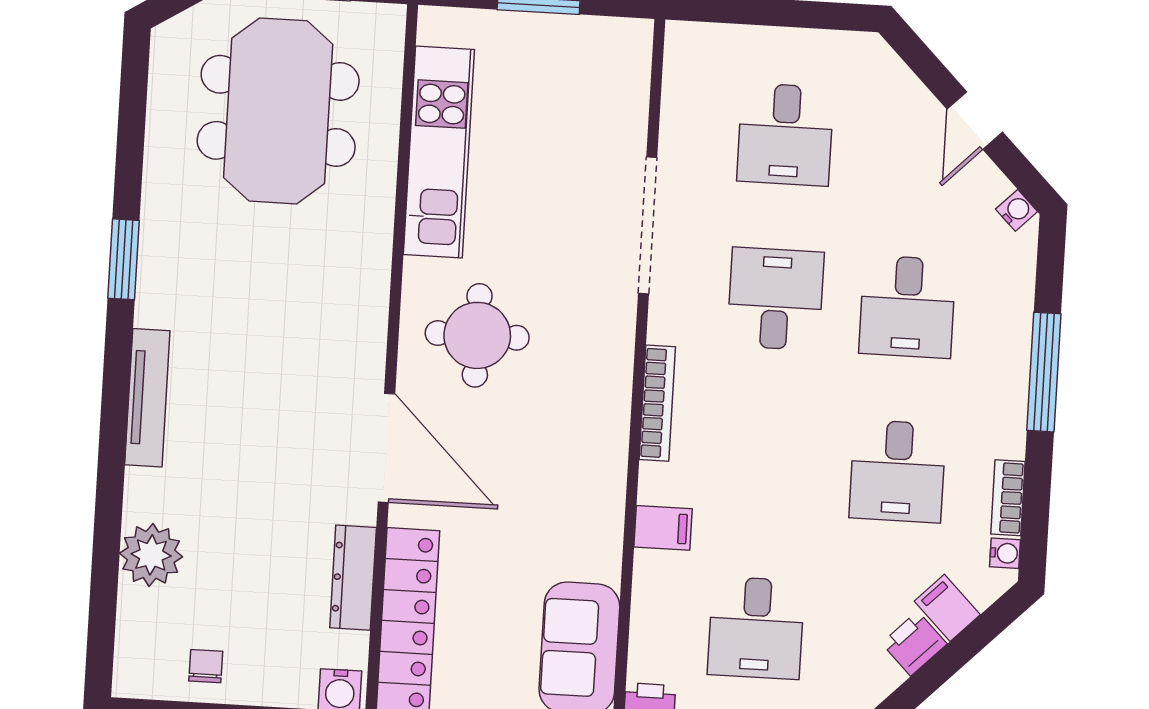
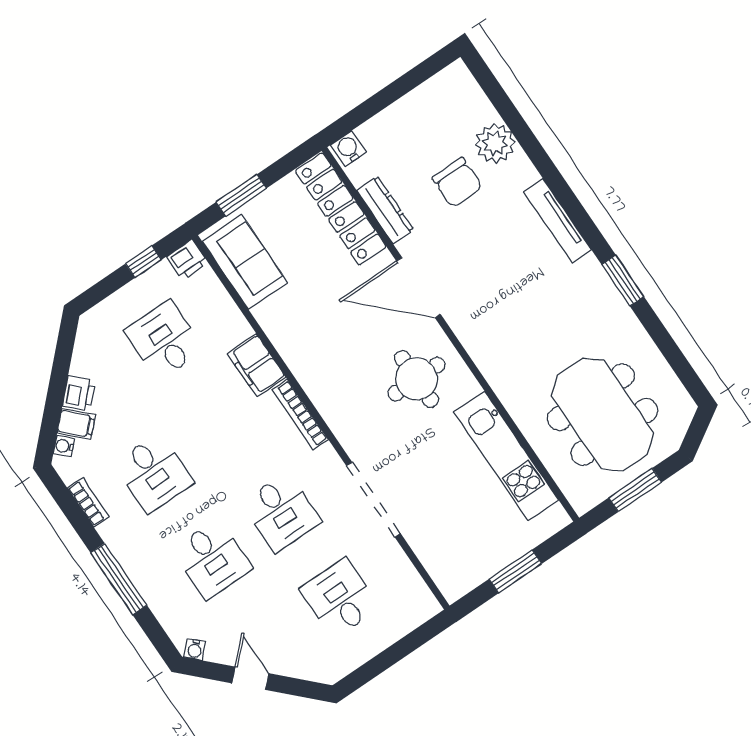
desk: (907, 307) -> (212, 559), turned 180
desk: (898, 471) -> (154, 473), turned 180
filing cabinet: (663, 528) -> (257, 365), width x2.00
water cooler: (1005, 553) -> (64, 446), moved, turned 45
chair: (206, 666) -> (457, 183), moved, width x1.87, depth x1.87

